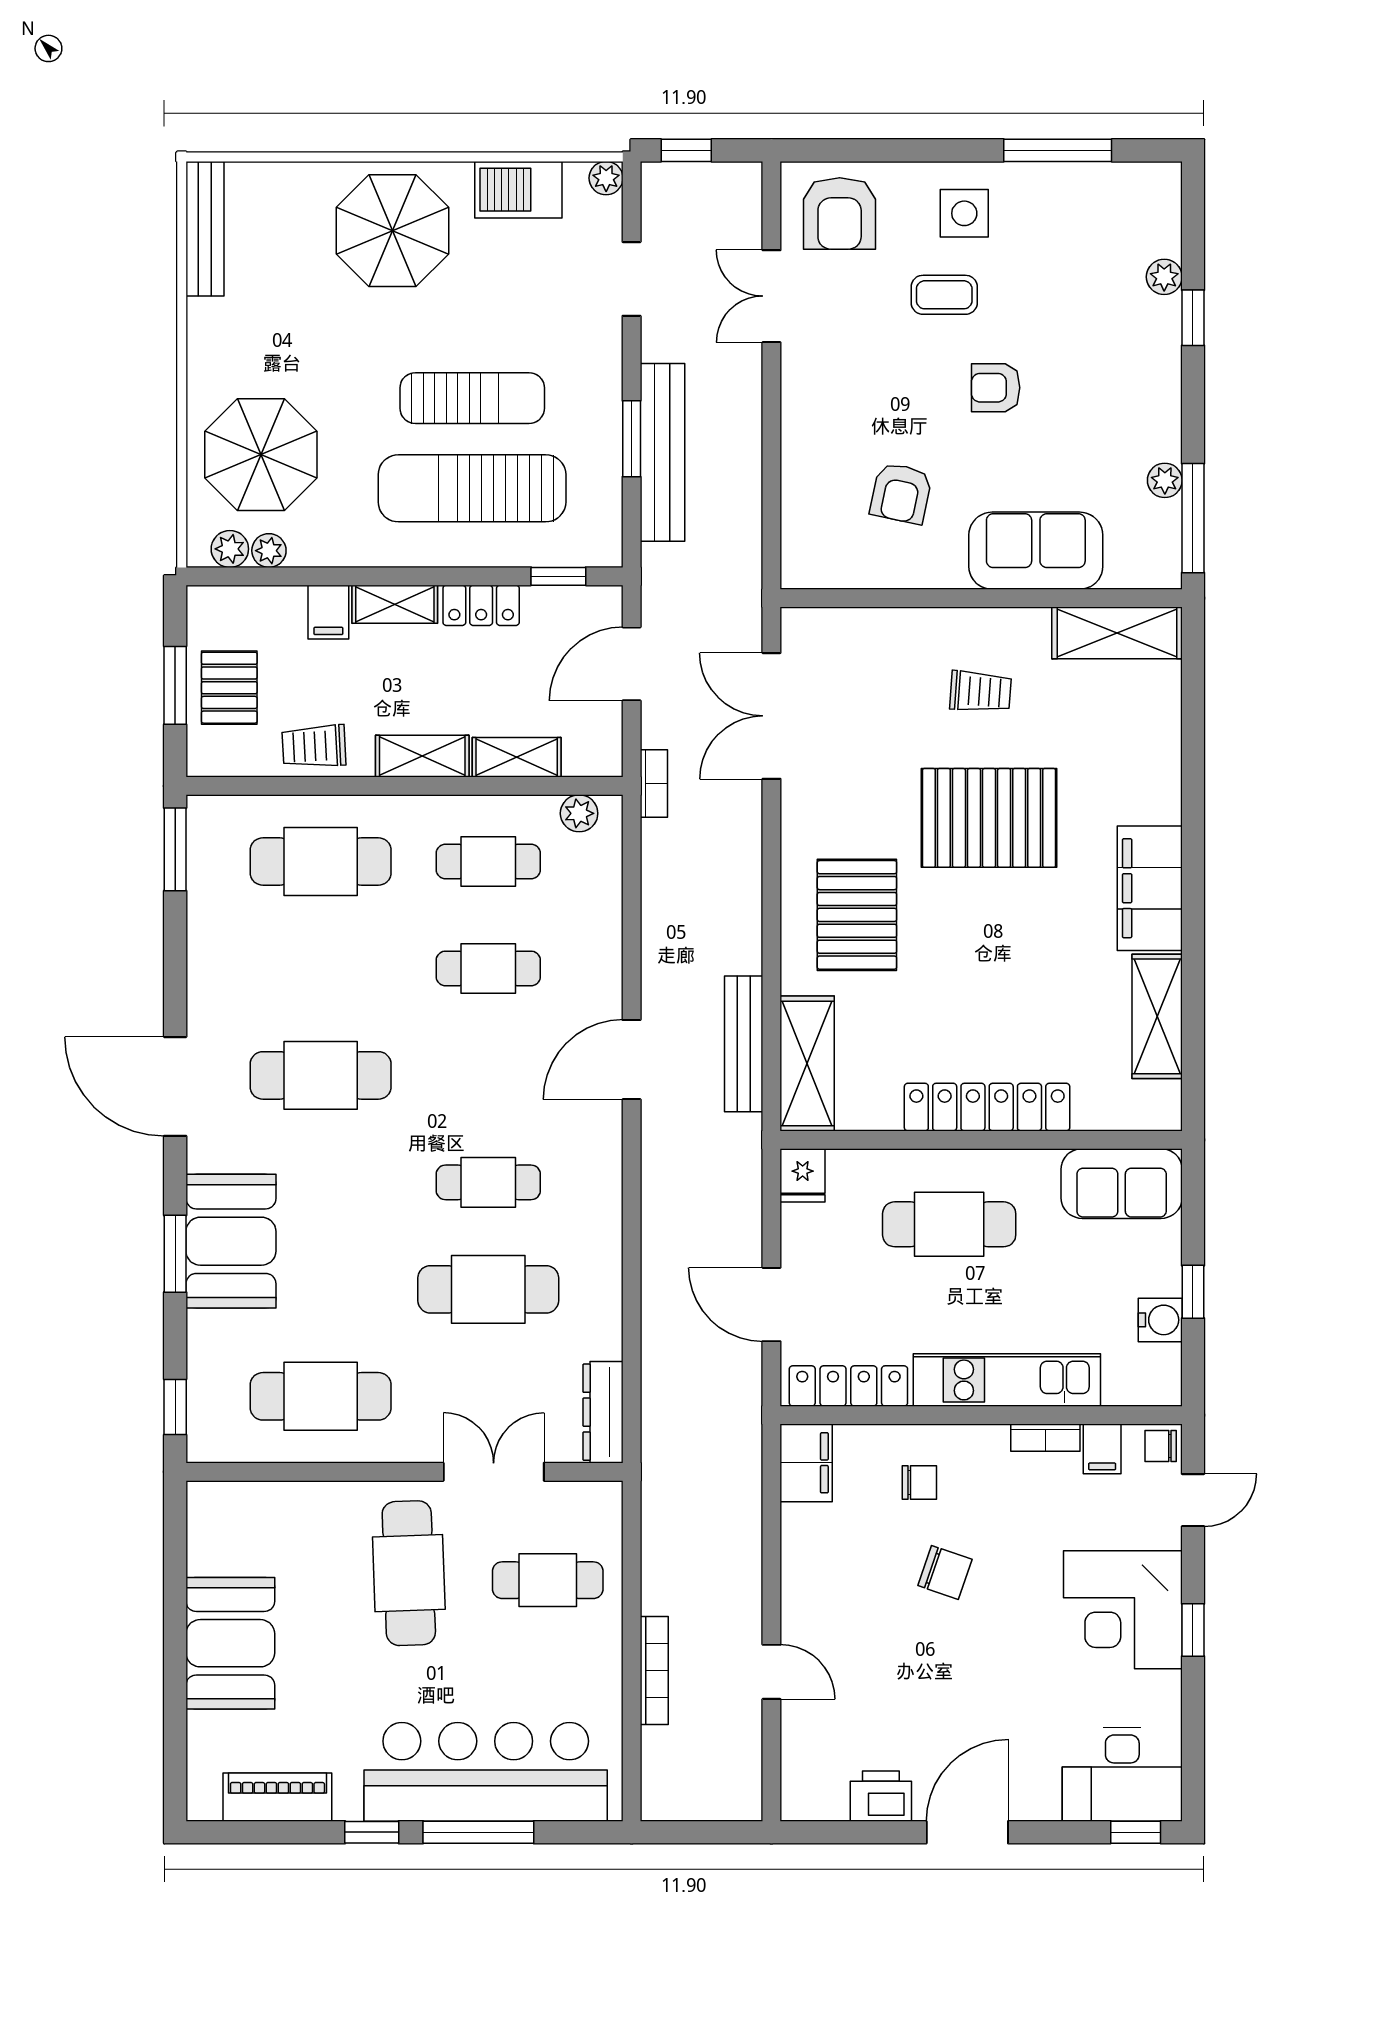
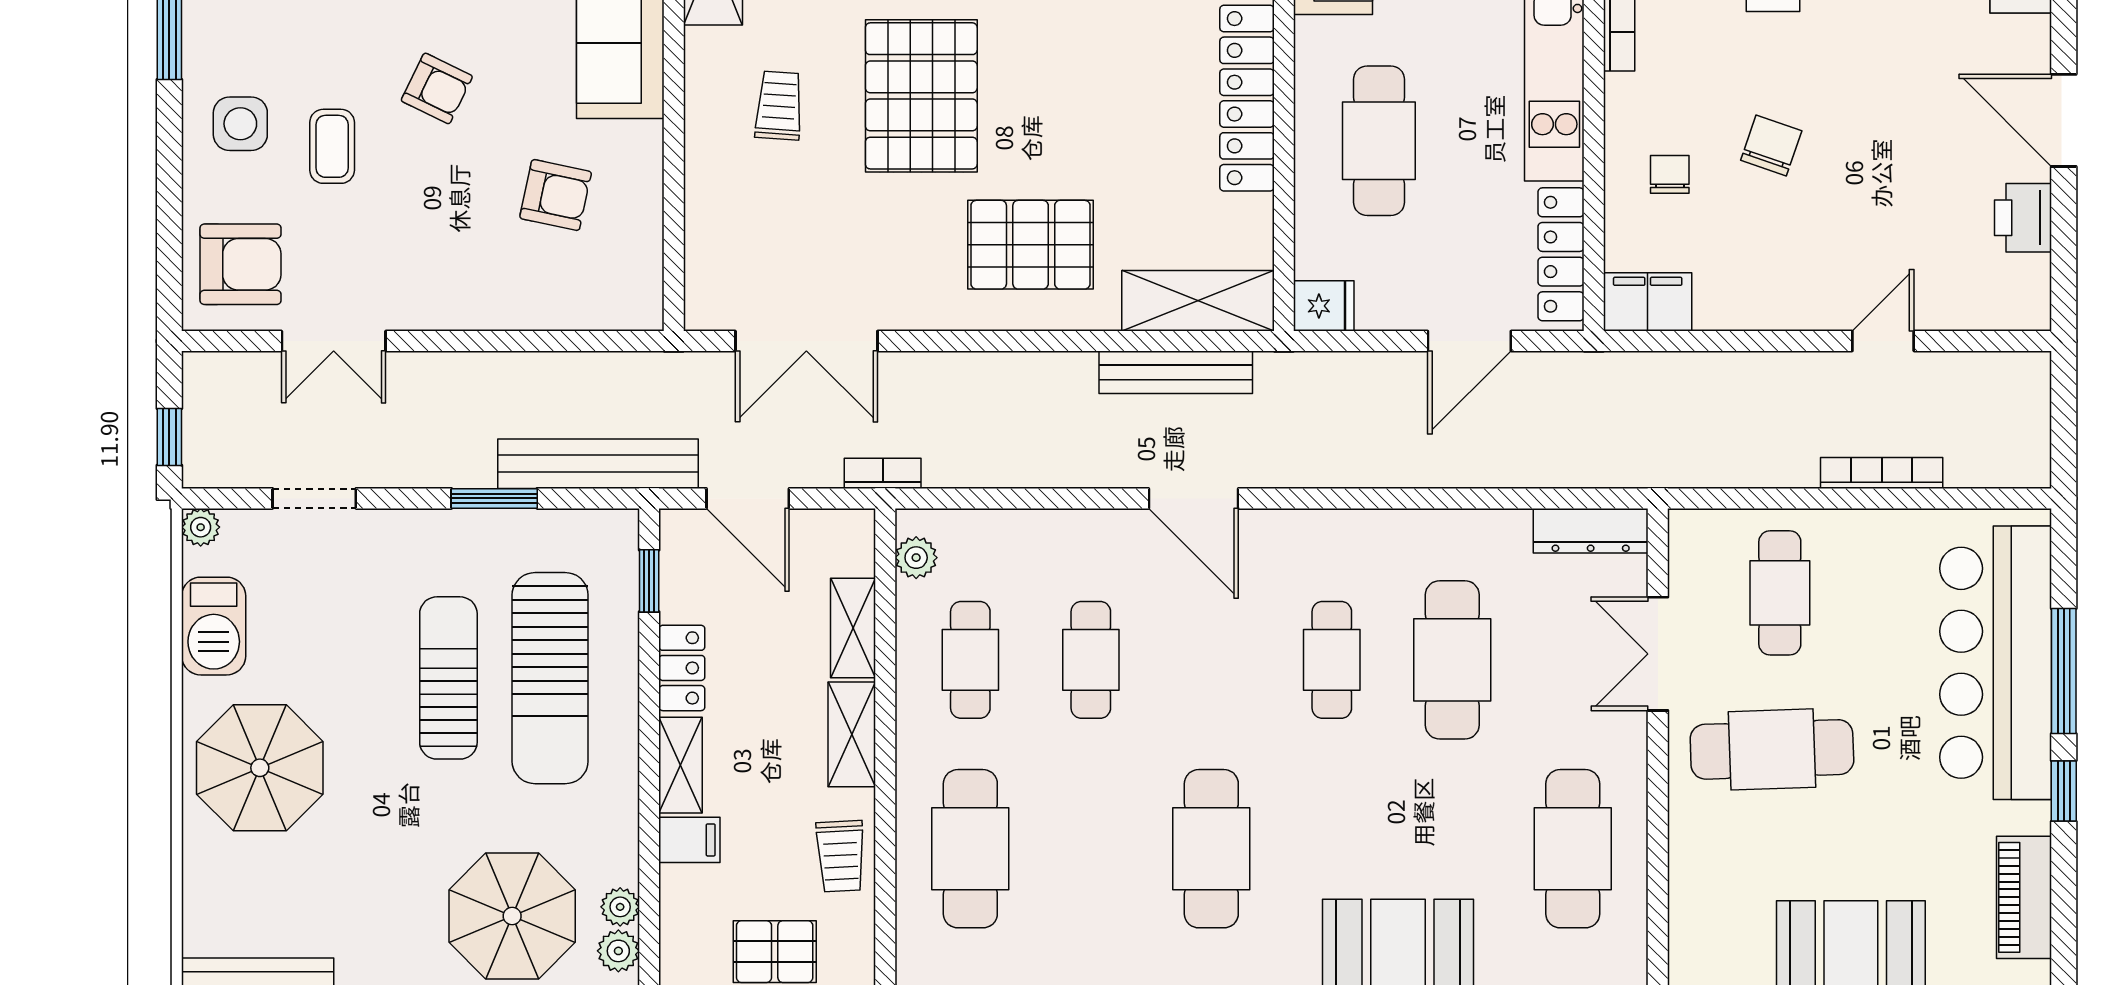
armchair: (996, 388) -> (437, 88), turned -64
bench: (662, 452) -> (598, 464), moved

